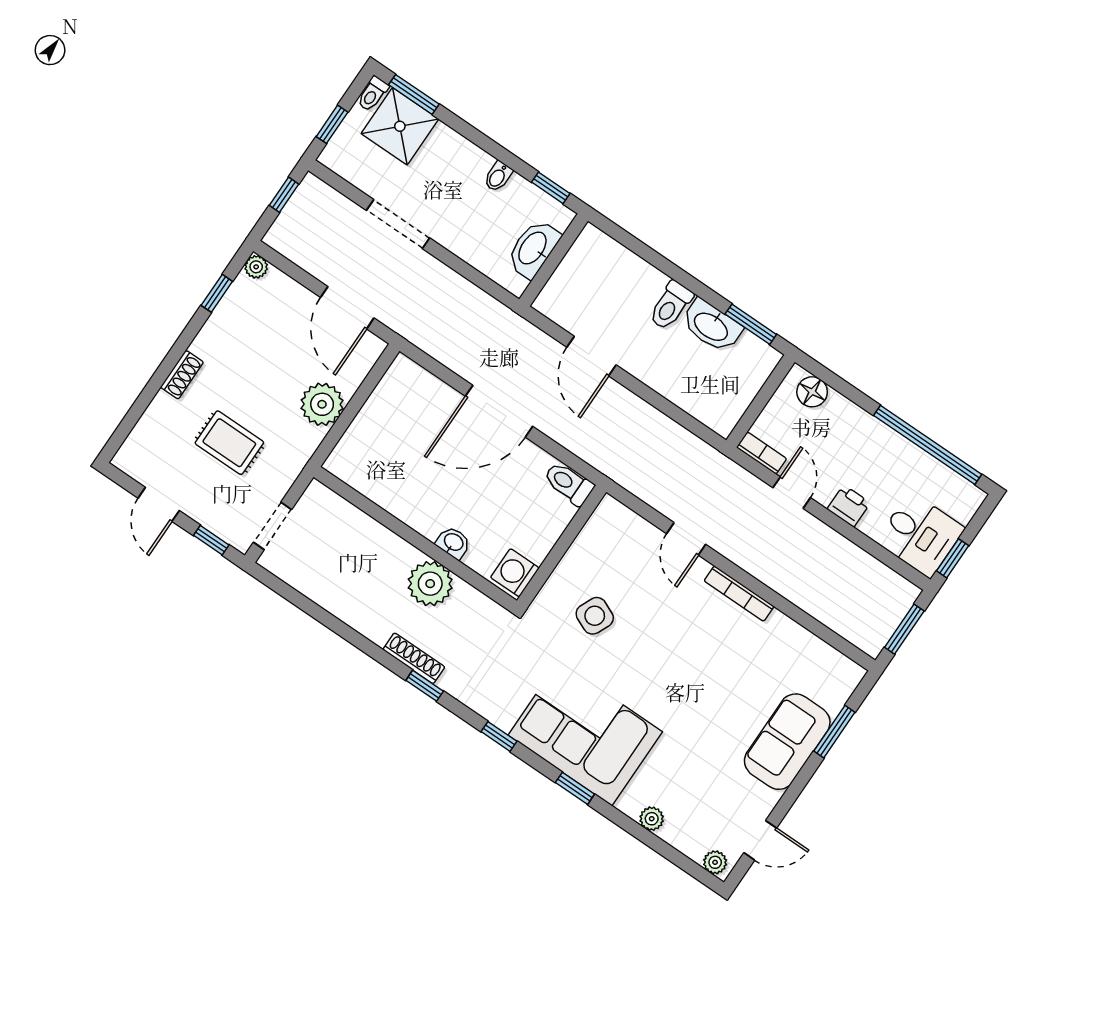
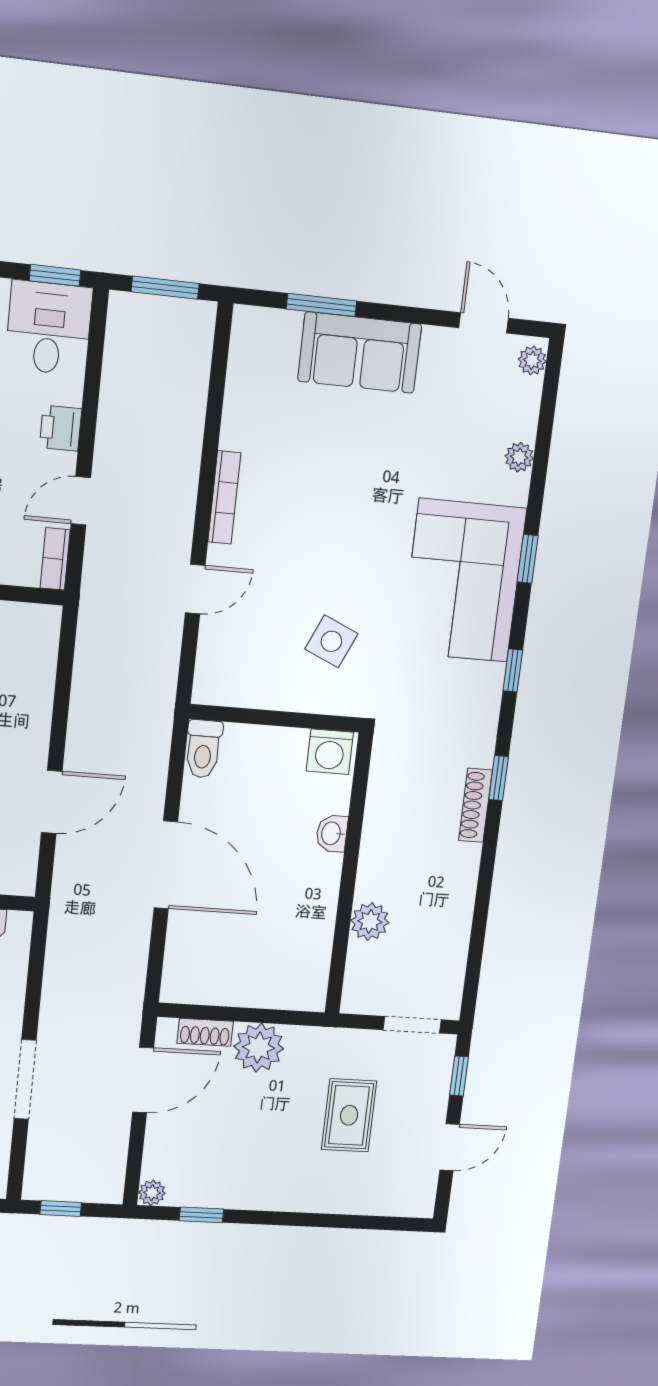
shoe rack: (182, 375) -> (205, 1032), moved, turned 180
plant: (430, 584) -> (370, 922), moved, width x0.73, depth x0.73

